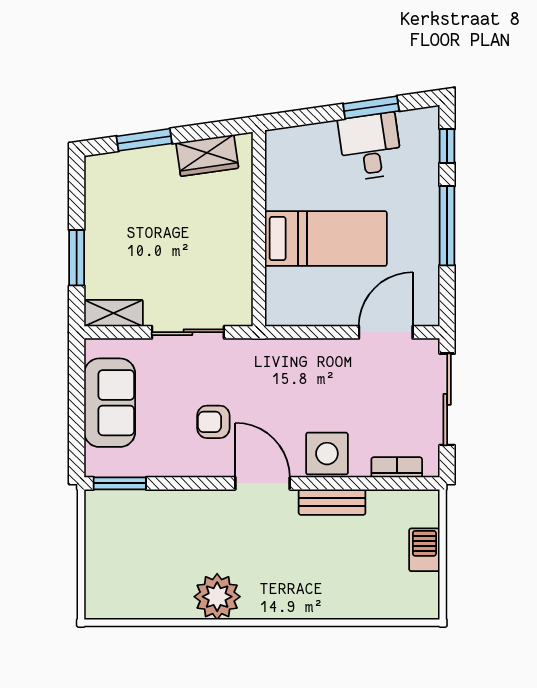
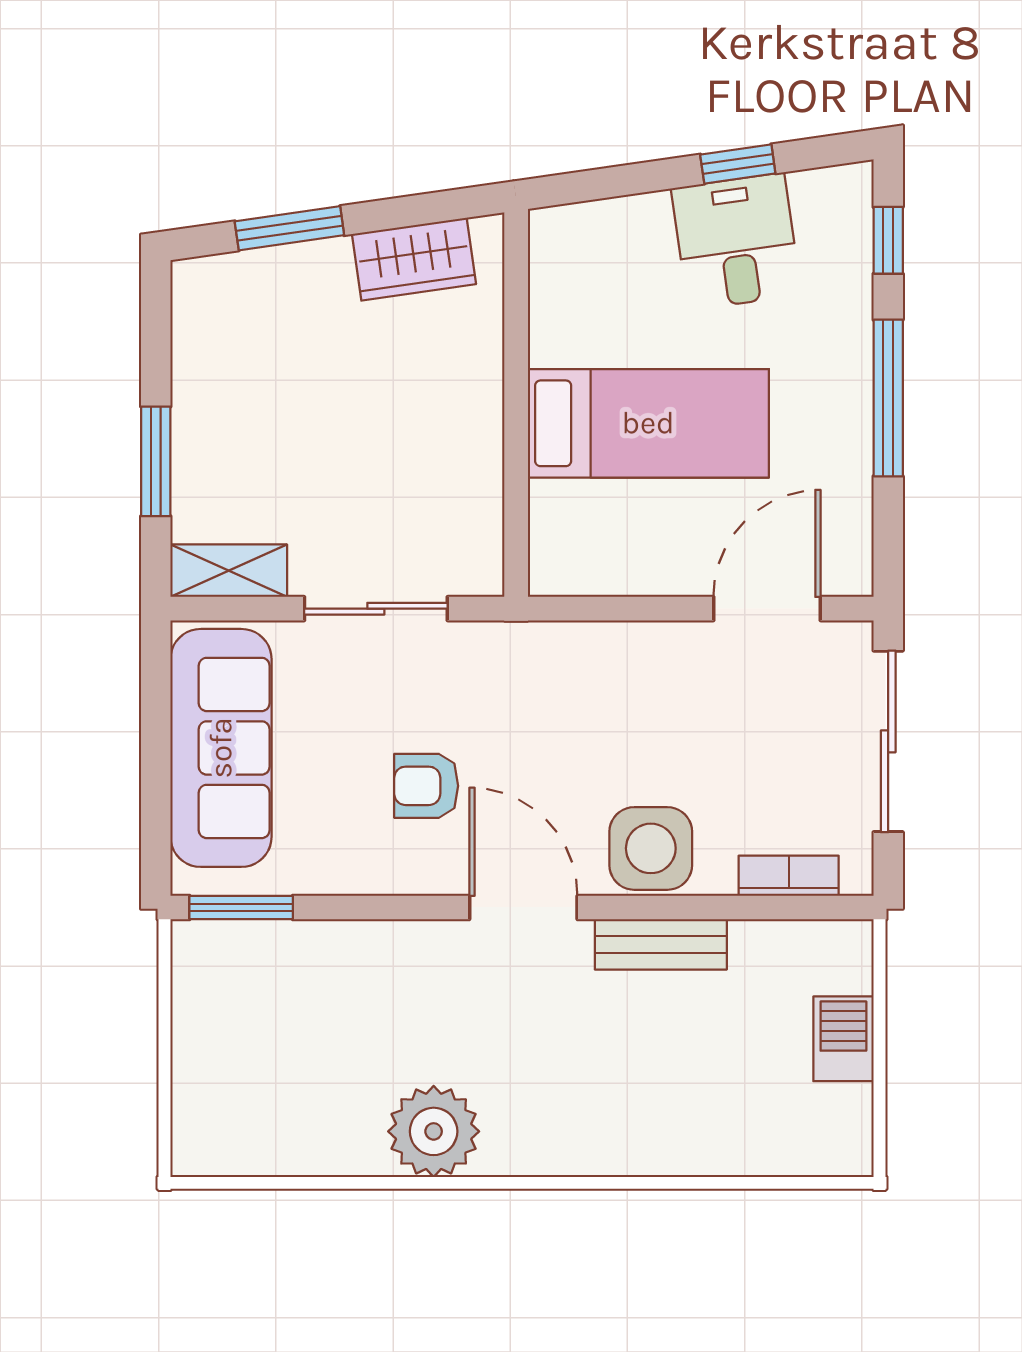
window: (371, 107) -> (738, 164), width x0.67
sofa: (110, 403) -> (221, 748), width x1.36

